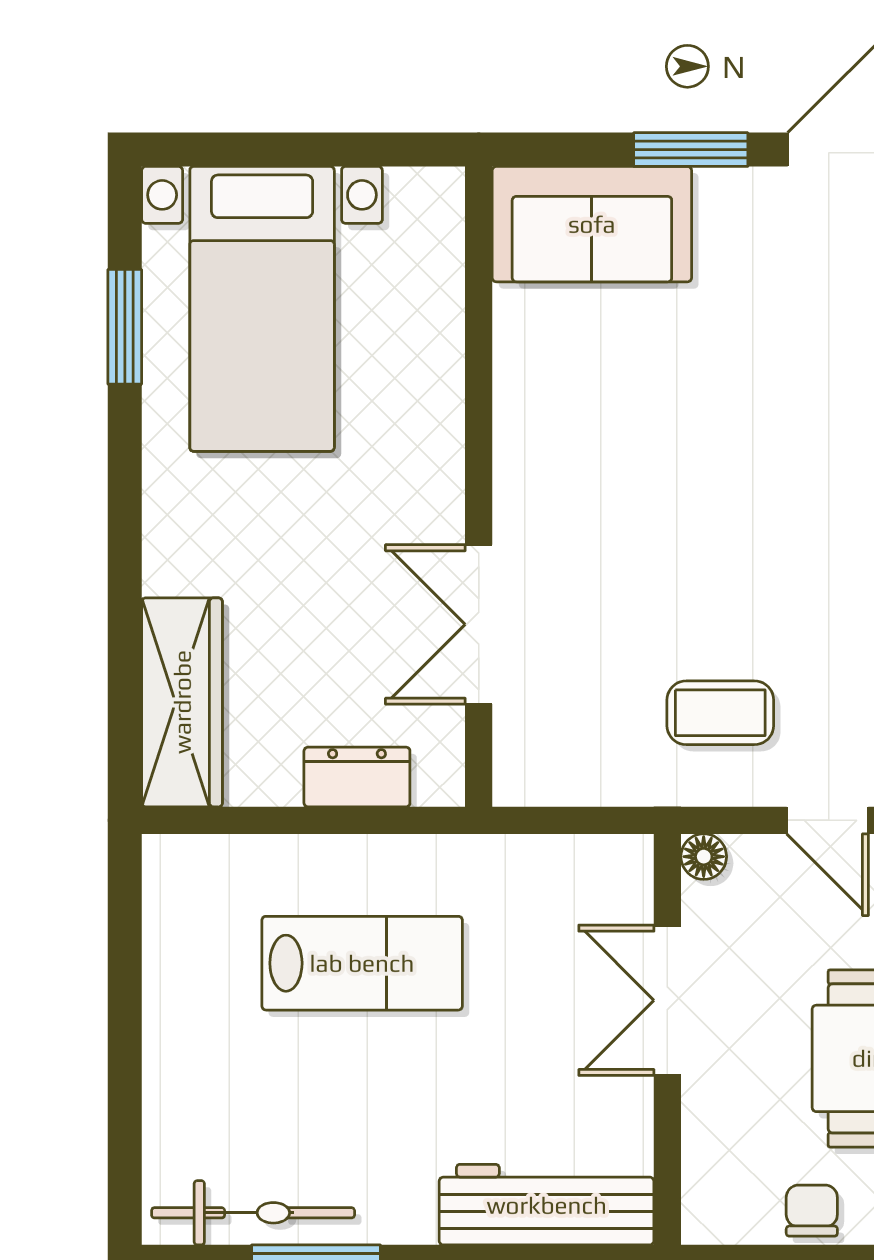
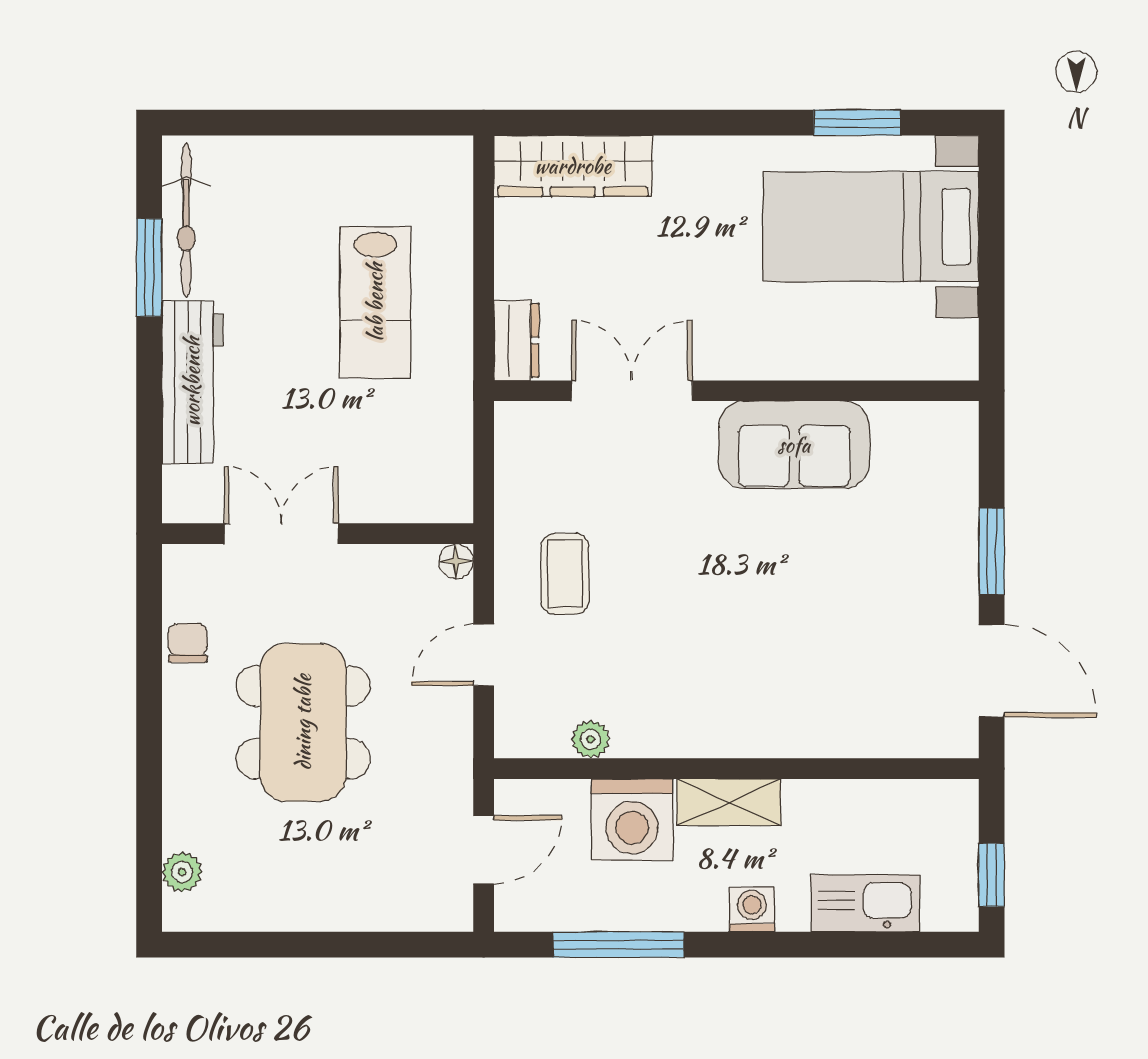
sofa: (592, 224) -> (794, 445), moved, turned -90
dresser: (357, 777) -> (516, 340), moved
double door: (667, 1000) -> (281, 534), moved
workbench: (547, 1205) -> (192, 382), moved
chair: (812, 1211) -> (188, 643), turned -90

